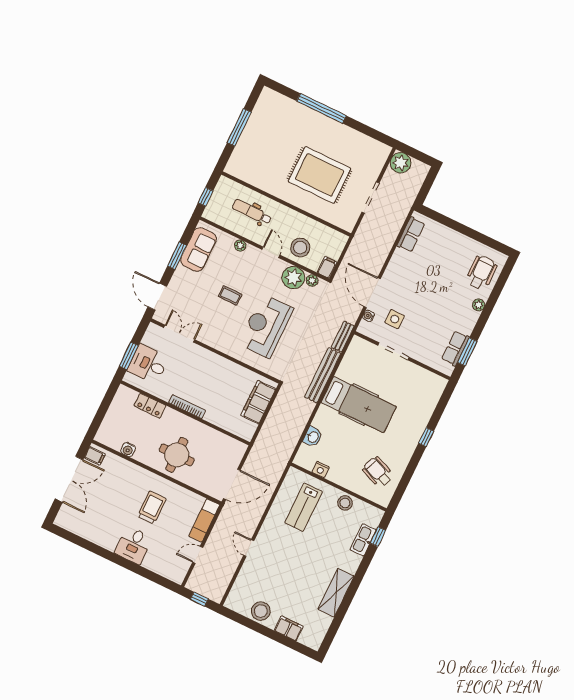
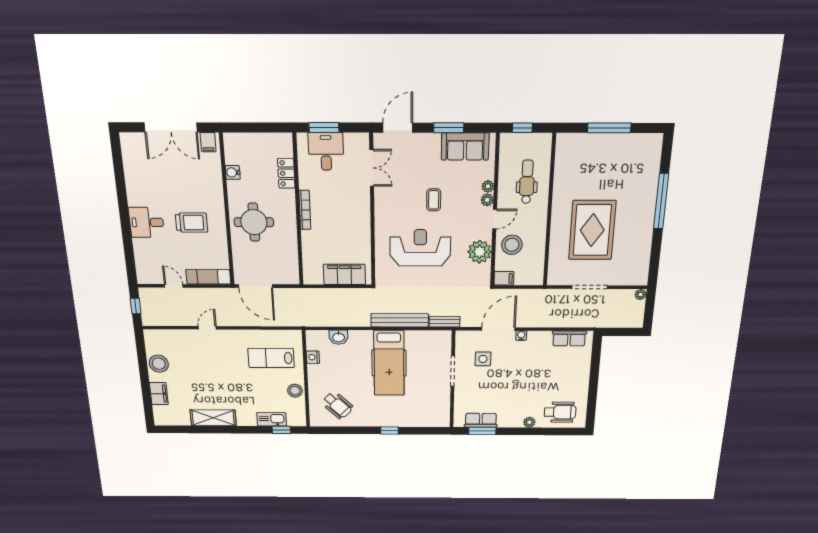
plant: (401, 163) -> (641, 294), width x0.53, depth x0.53
plant: (312, 281) -> (487, 200), moved
water cooler: (368, 316) -> (521, 336), moved
wheelchair: (378, 472) -> (337, 405), turned 112

